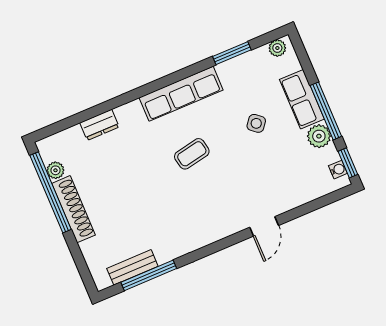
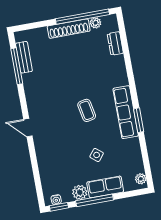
window: (232, 53) -> (139, 120), moved
dresser: (99, 125) -> (115, 43), moved
door: (264, 226) -> (28, 128), moved

